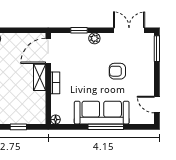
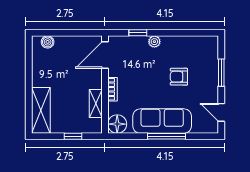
double door: (129, 30) -> (191, 33), removed
window: (157, 49) -> (221, 73), moved
shelving: (40, 77) -> (96, 104), moved
floor lamp: (56, 120) -> (117, 124), width x1.89, depth x1.89

